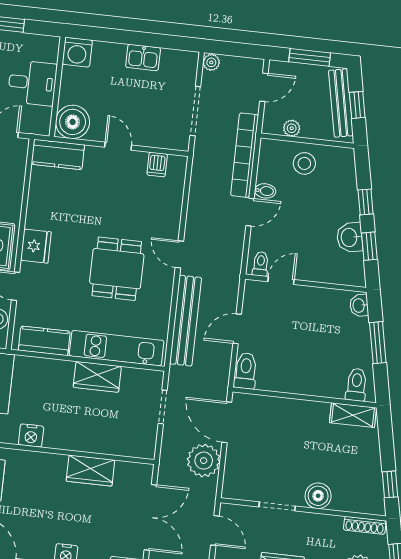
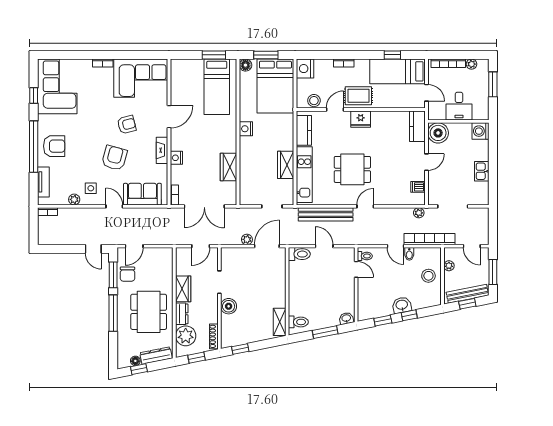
plant: (211, 62) -> (419, 213), moved
washbasin: (350, 237) -> (402, 305), moved
plant: (204, 461) -> (247, 239), width x0.53, depth x0.53

